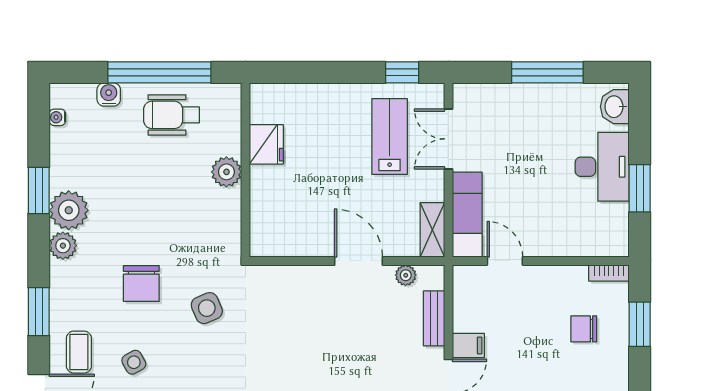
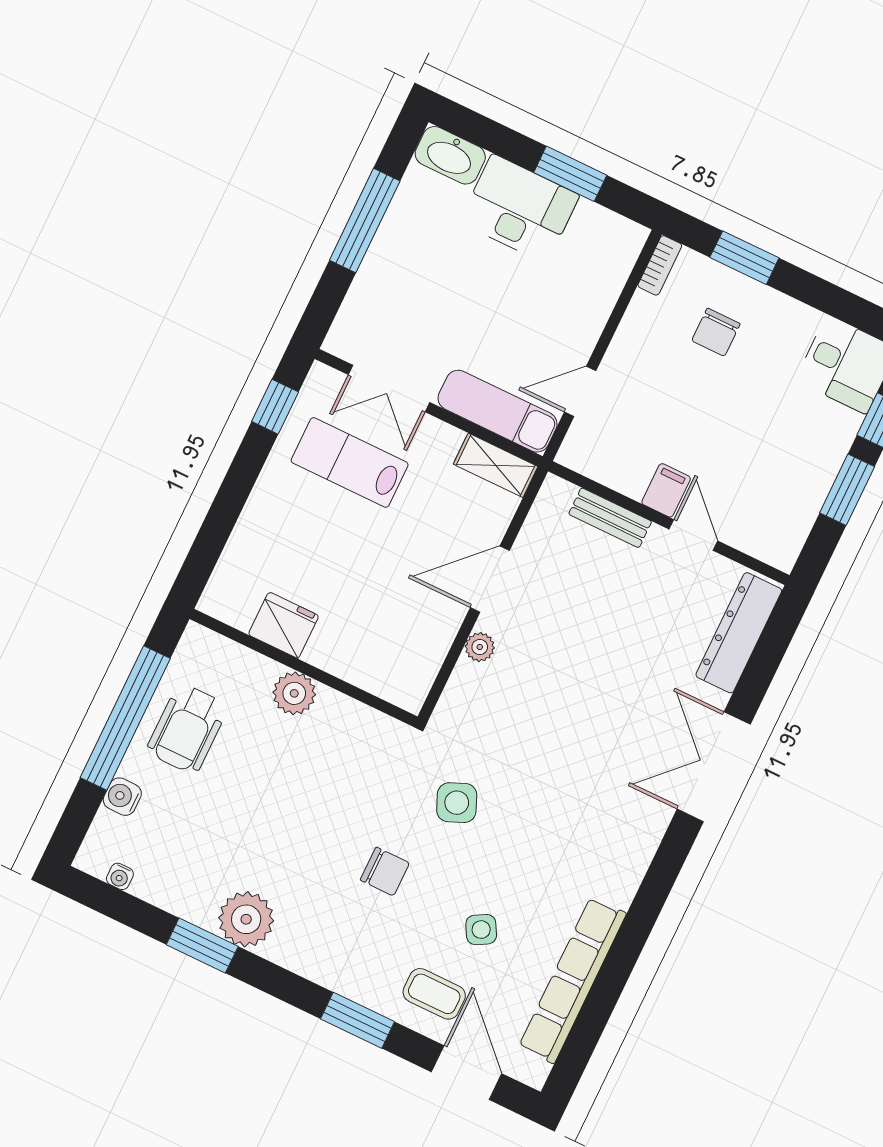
washbasin: (615, 107) -> (450, 155), width x1.38
plant: (63, 246) -> (288, 949), removed
plant: (406, 275) -> (480, 647), moved
chair: (141, 284) -> (385, 871), width x0.73, depth x0.73

